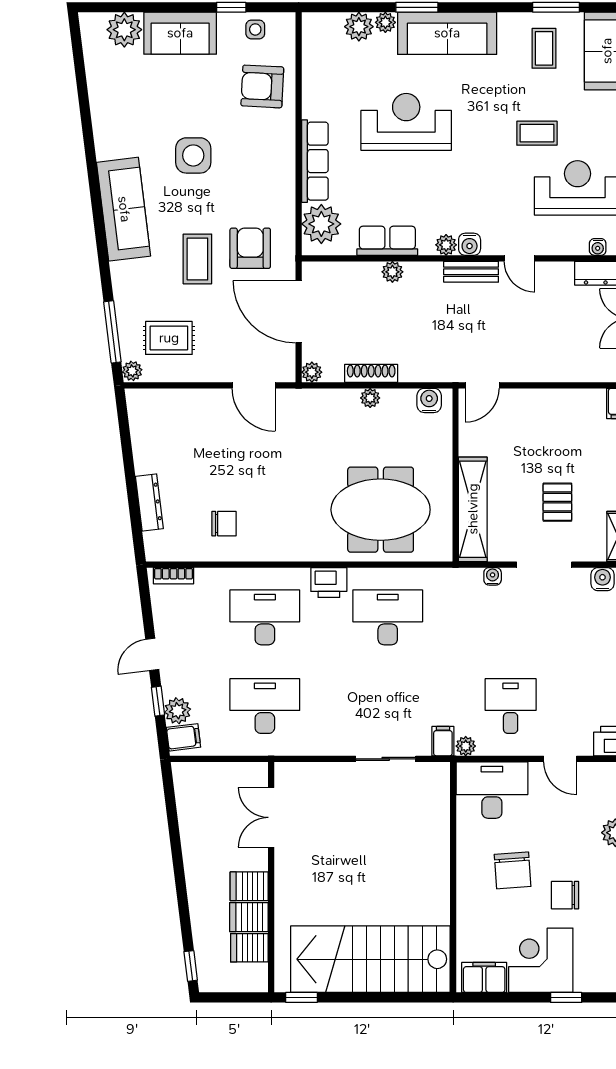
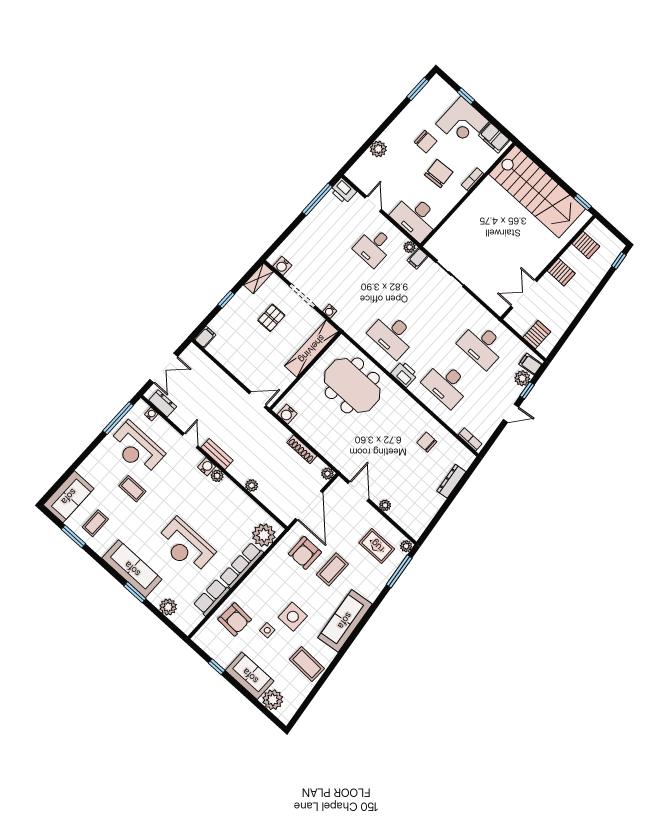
plant: (385, 22) -> (155, 598), removed
side table: (255, 29) -> (267, 630), moved
coffee table: (122, 113) -> (307, 664), added
row of seats: (387, 241) -> (211, 597), moved, turned 90
plant: (370, 398) -> (385, 505), moved
double door: (271, 817) -> (524, 294), swing flipped
bookcase: (464, 901) -> (473, 179), added
server rack: (249, 917) -> (537, 335), moved, turned -90

